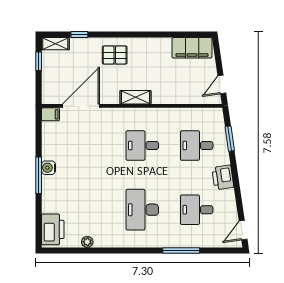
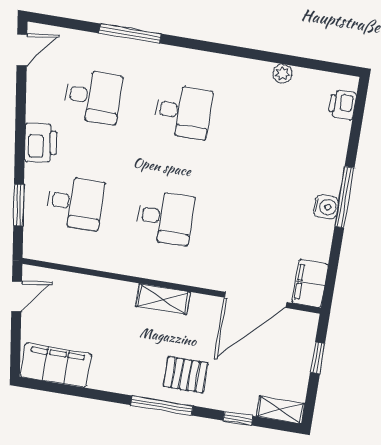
window: (126, 35) -> (162, 405), added
window: (39, 61) -> (317, 358), moved
filing cabinet: (50, 114) -> (310, 283), width x2.00
desk: (142, 210) -> (183, 112), width x0.73
printer: (53, 229) -> (342, 105), width x0.53, depth x0.68

